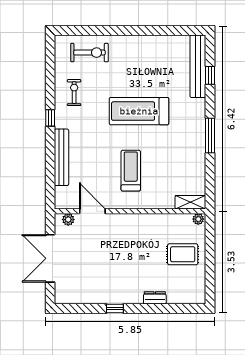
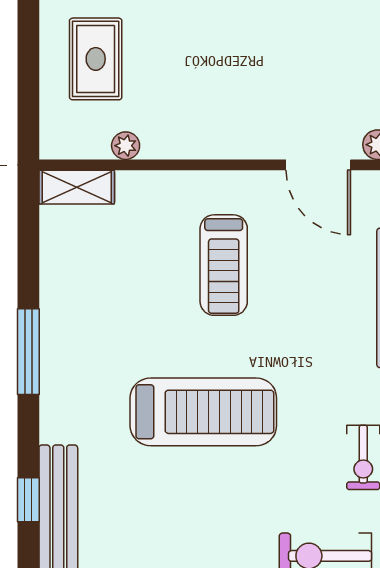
plant: (198, 219) -> (126, 146), moved
rug: (183, 254) -> (96, 59), turned 90

